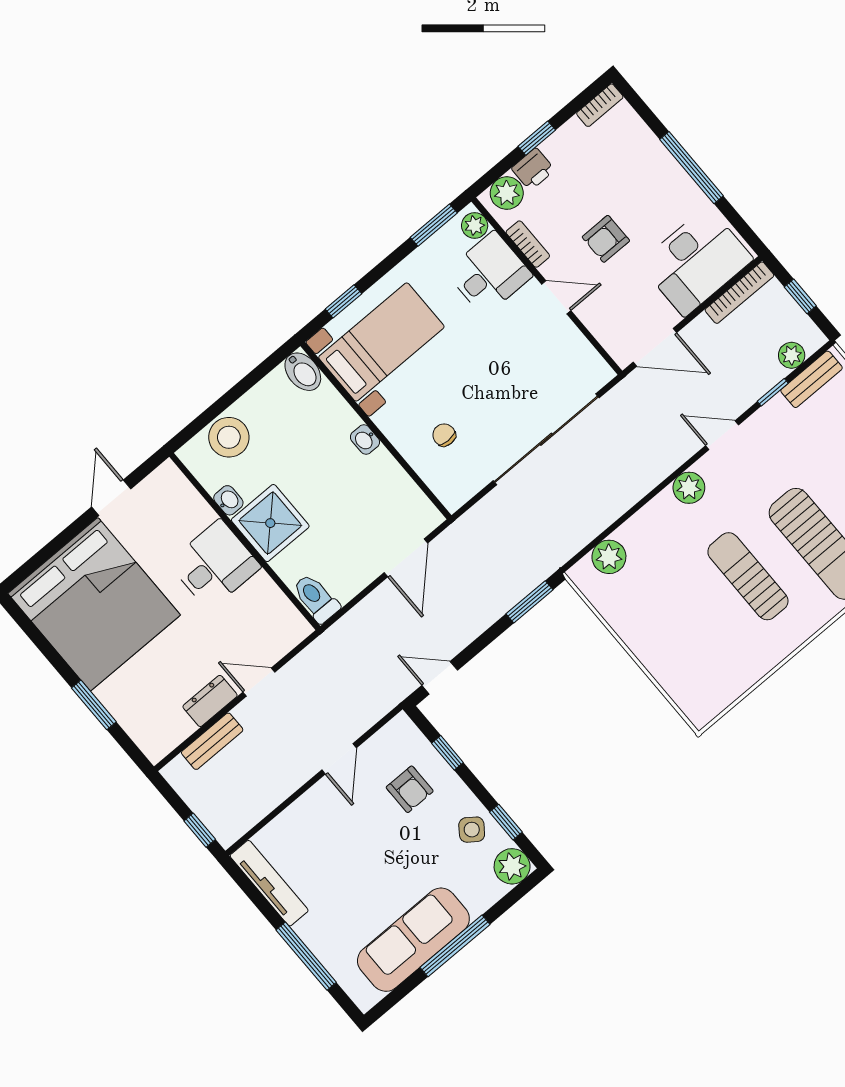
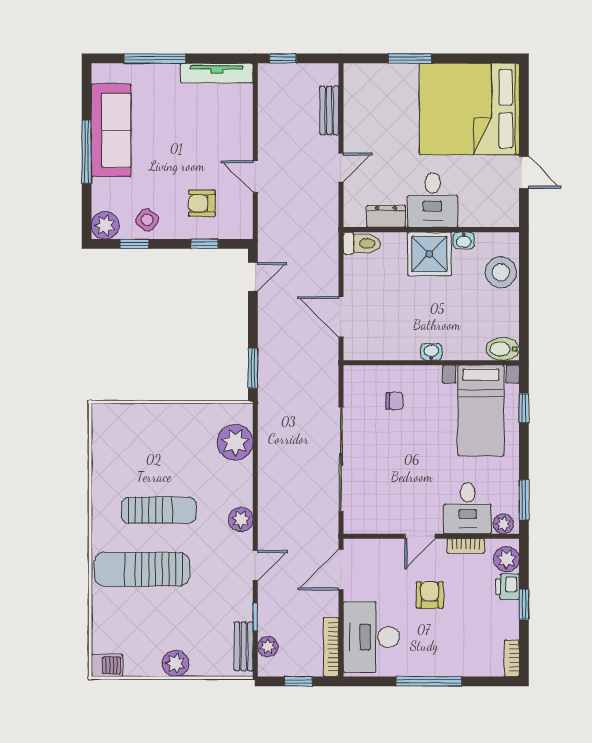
plant: (609, 557) -> (235, 442), width x1.36, depth x1.36
dresser: (210, 701) -> (386, 216), moved, turned -90

